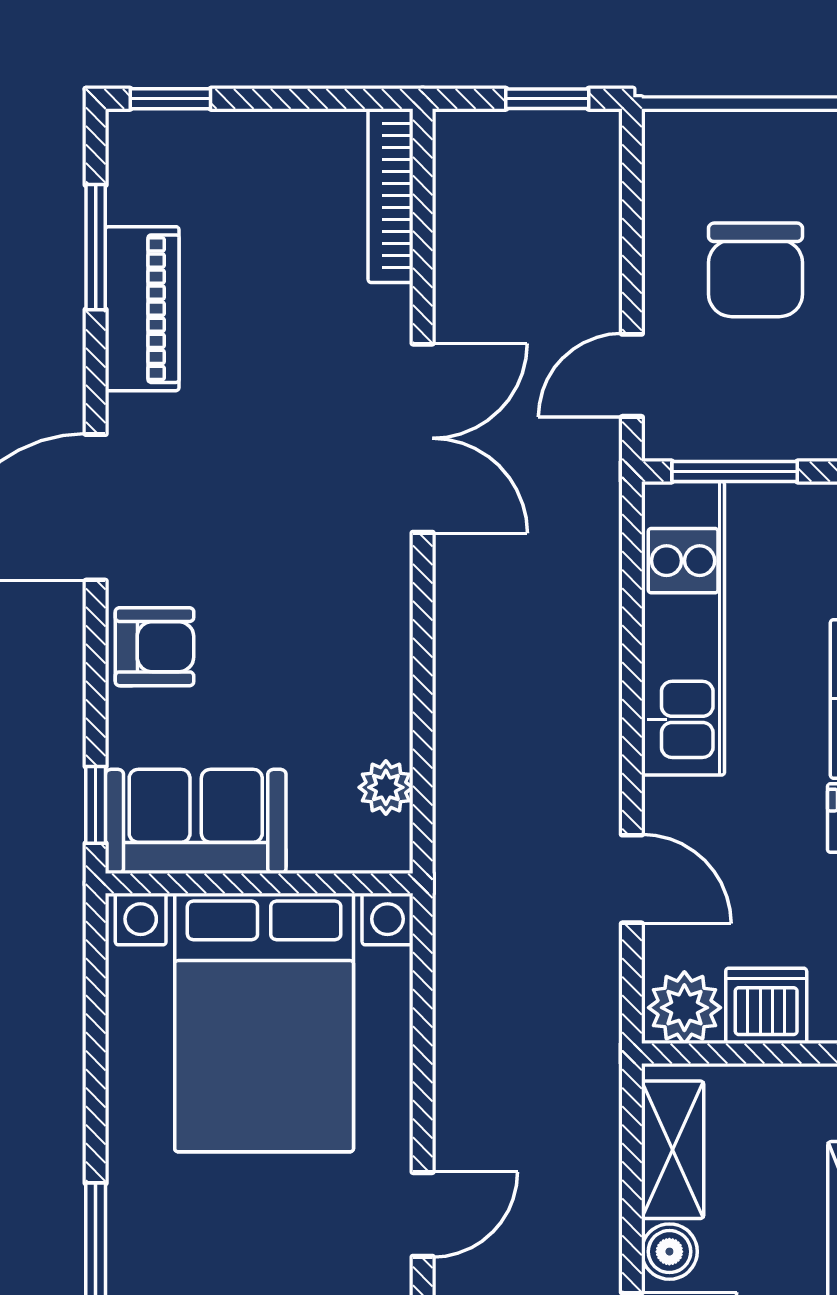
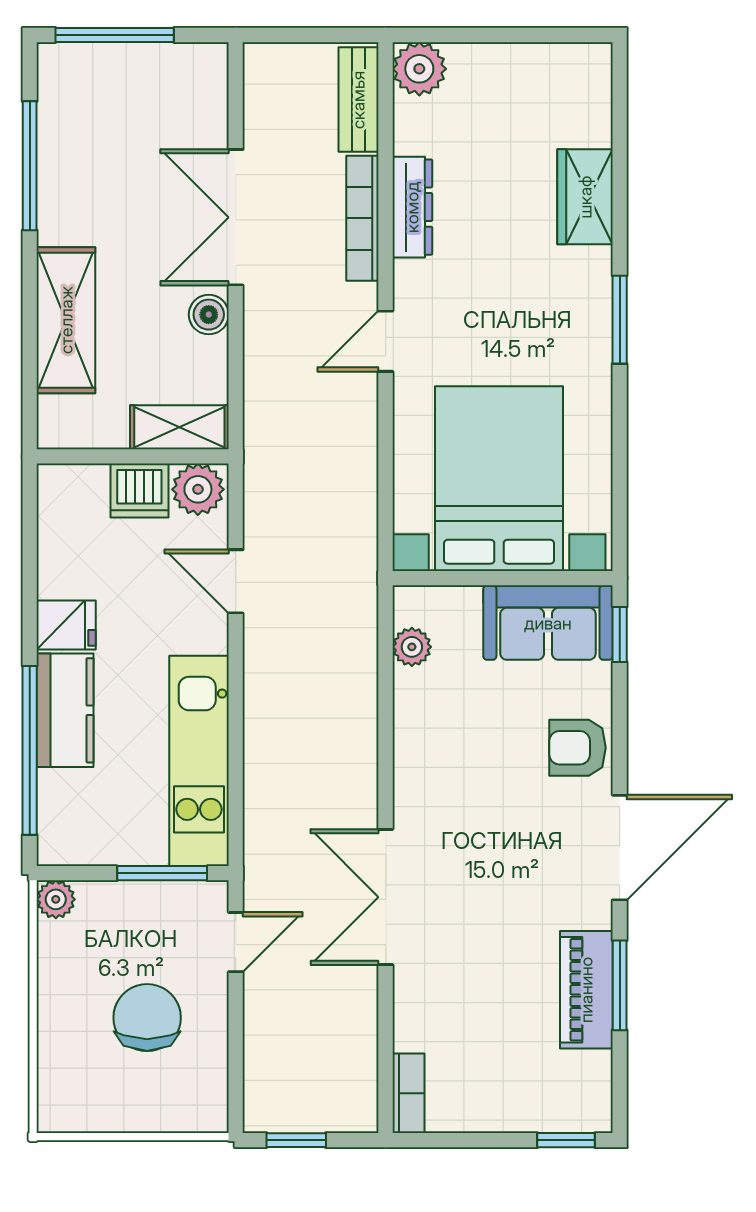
bookcase: (390, 196) -> (408, 1093), width x0.64
window: (96, 247) -> (620, 985), moved
shelving: (673, 1150) -> (179, 427), moved, turned 90

